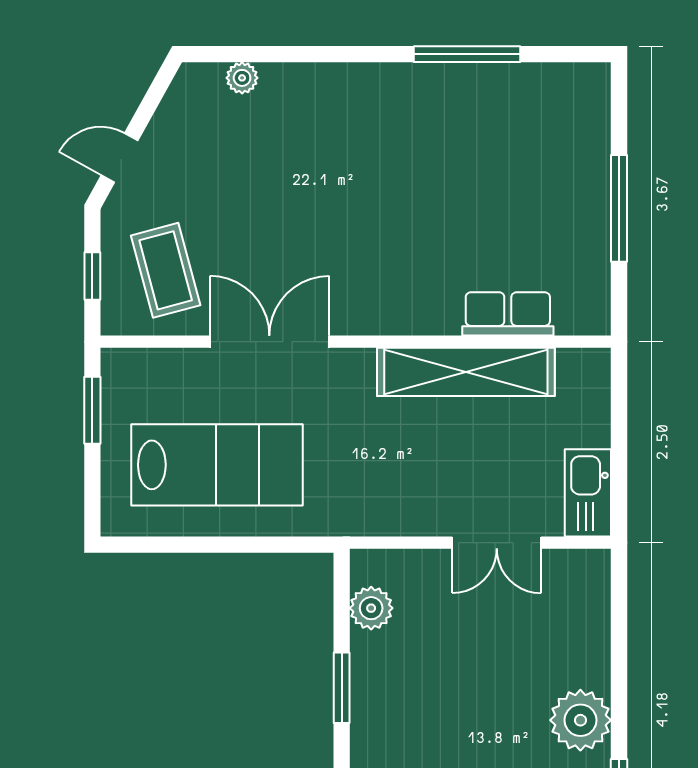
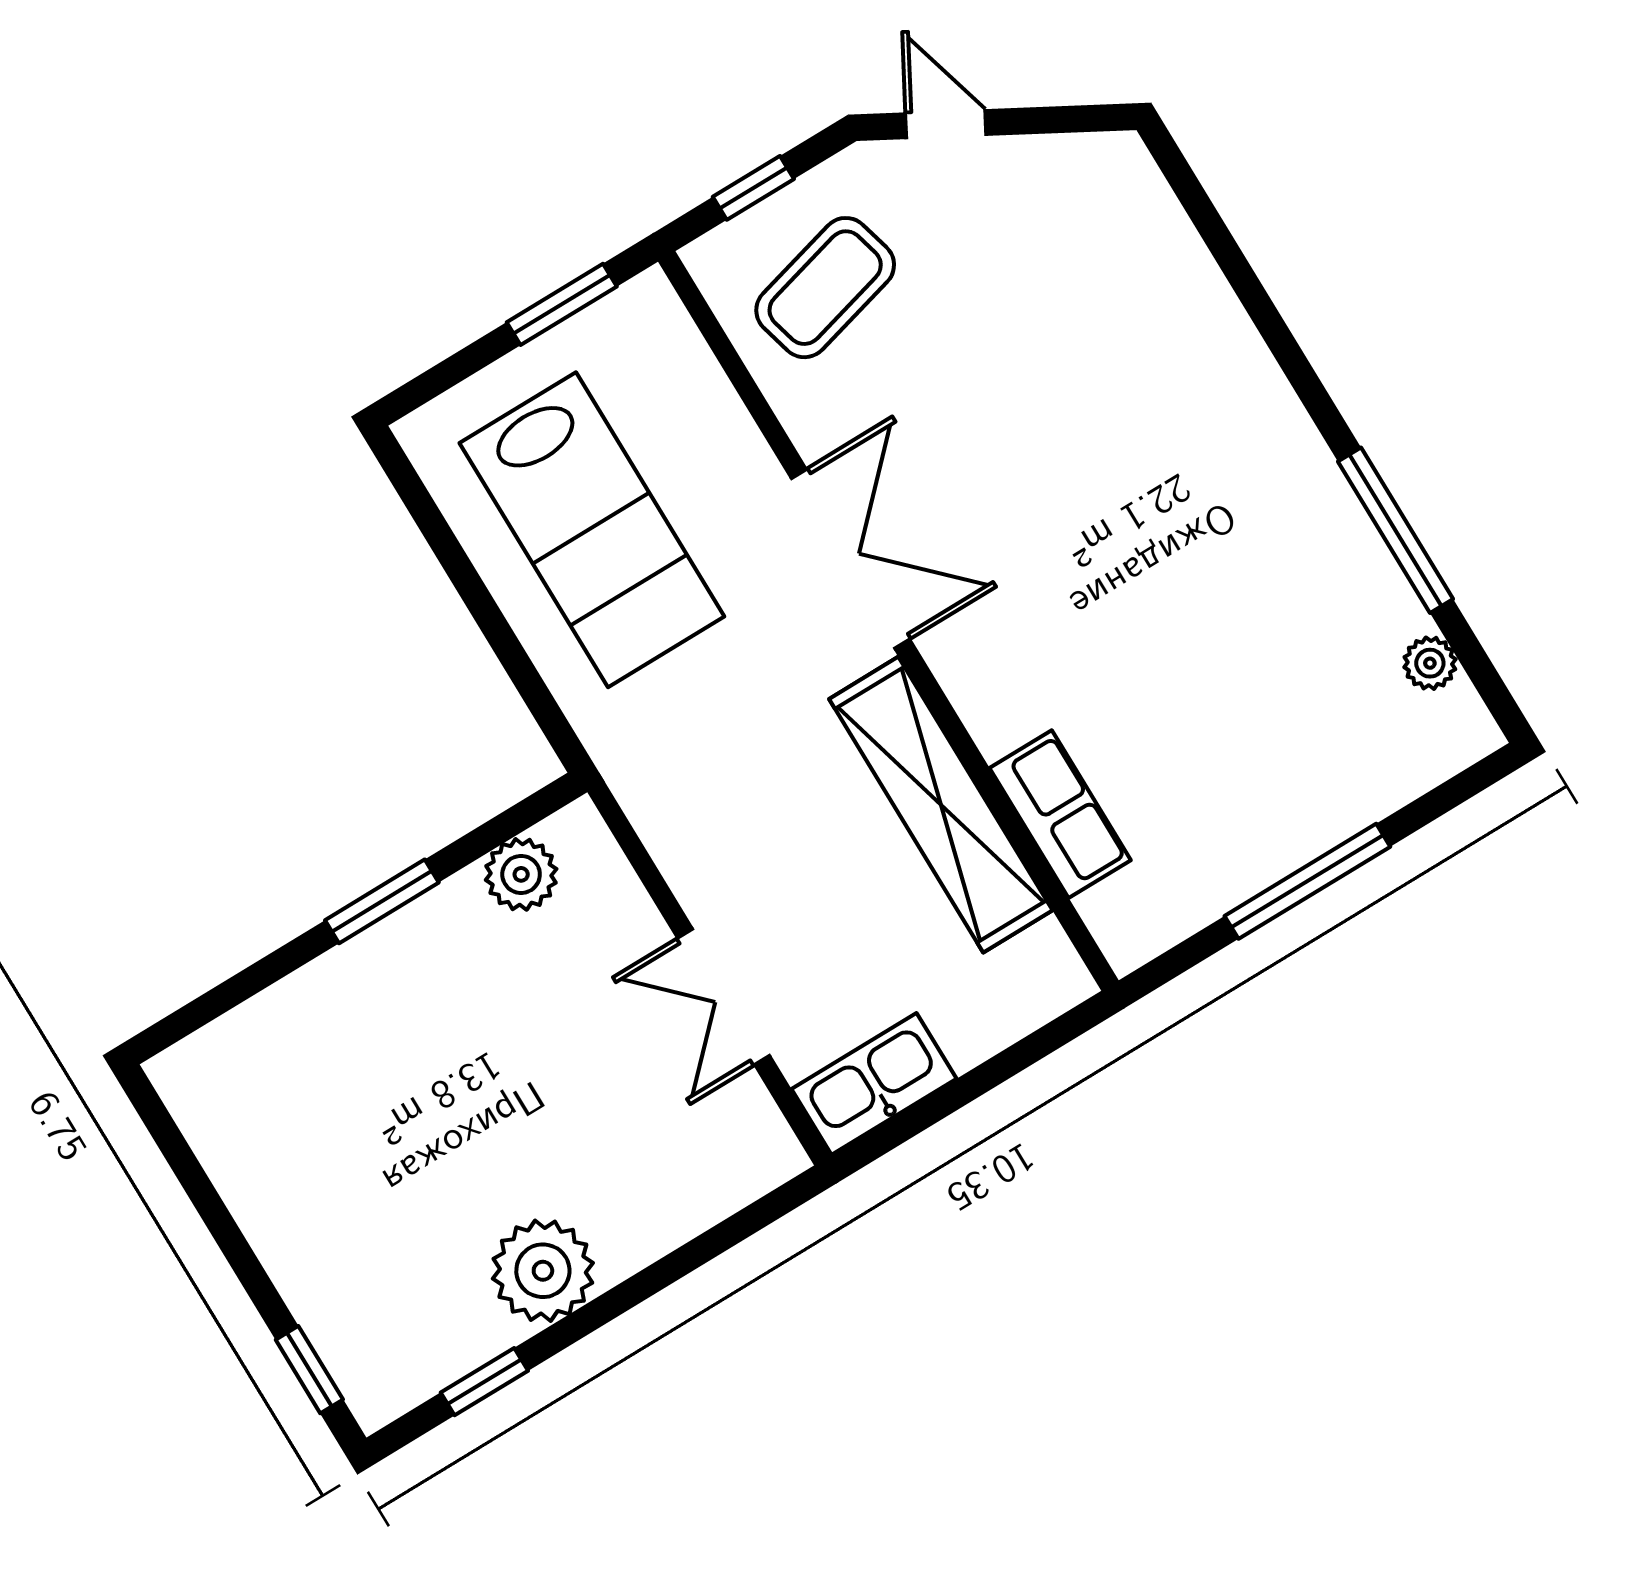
plant: (242, 78) -> (1430, 663), moved
double door: (269, 342) -> (850, 559), moved

